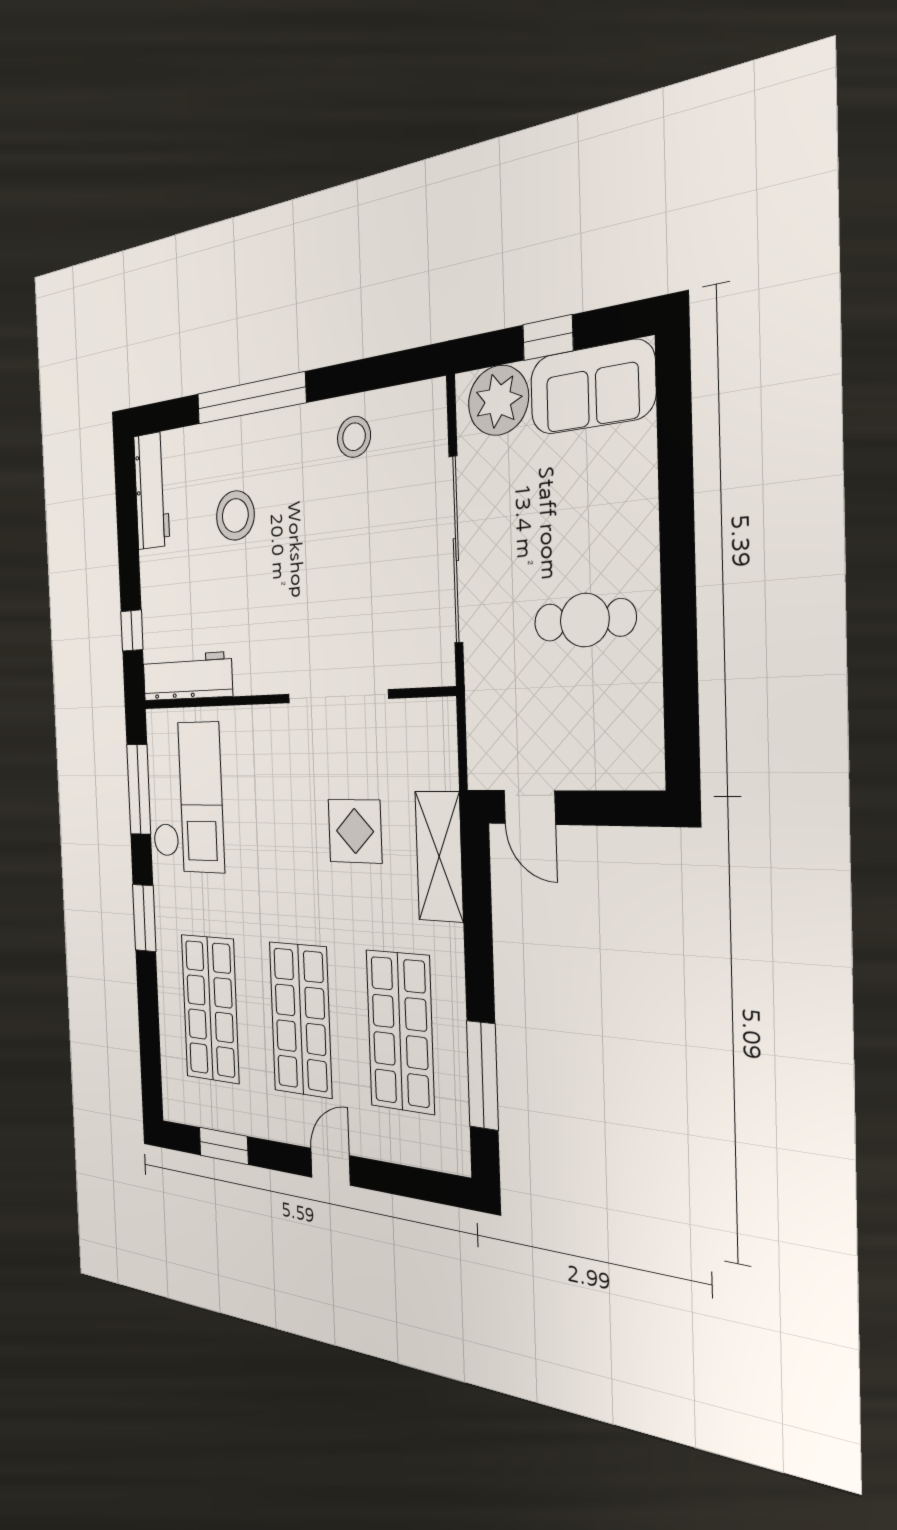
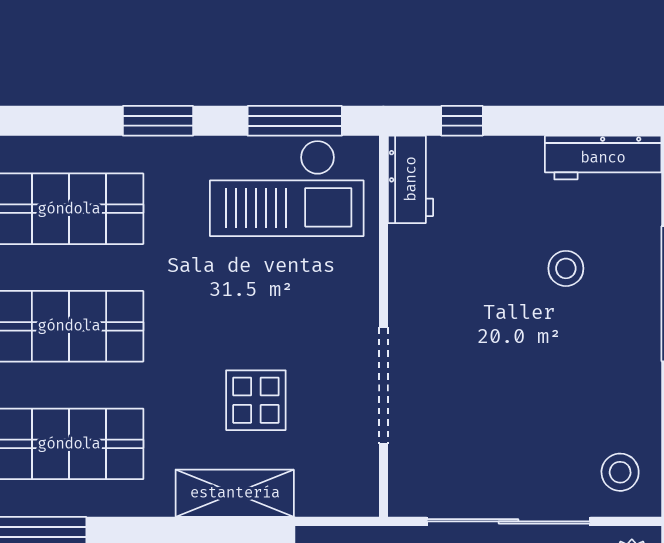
stool: (354, 437) -> (620, 472), moved
stool: (235, 515) -> (566, 268), width x0.73, depth x0.73
workbench: (187, 676) -> (411, 179), width x0.73

